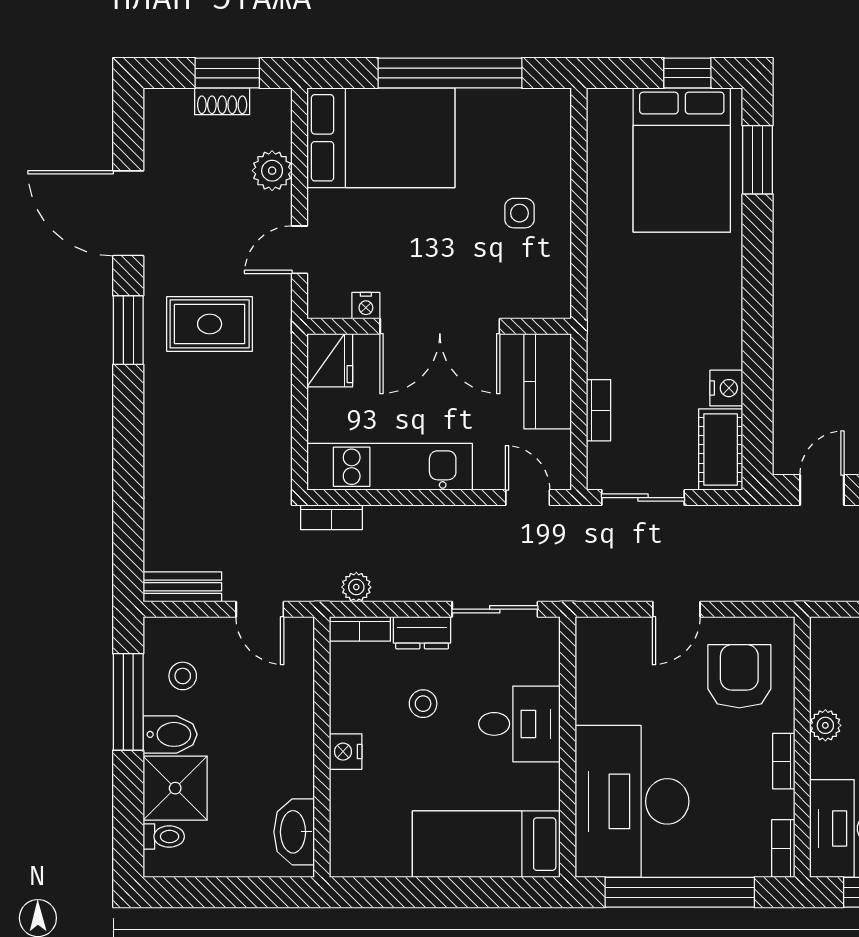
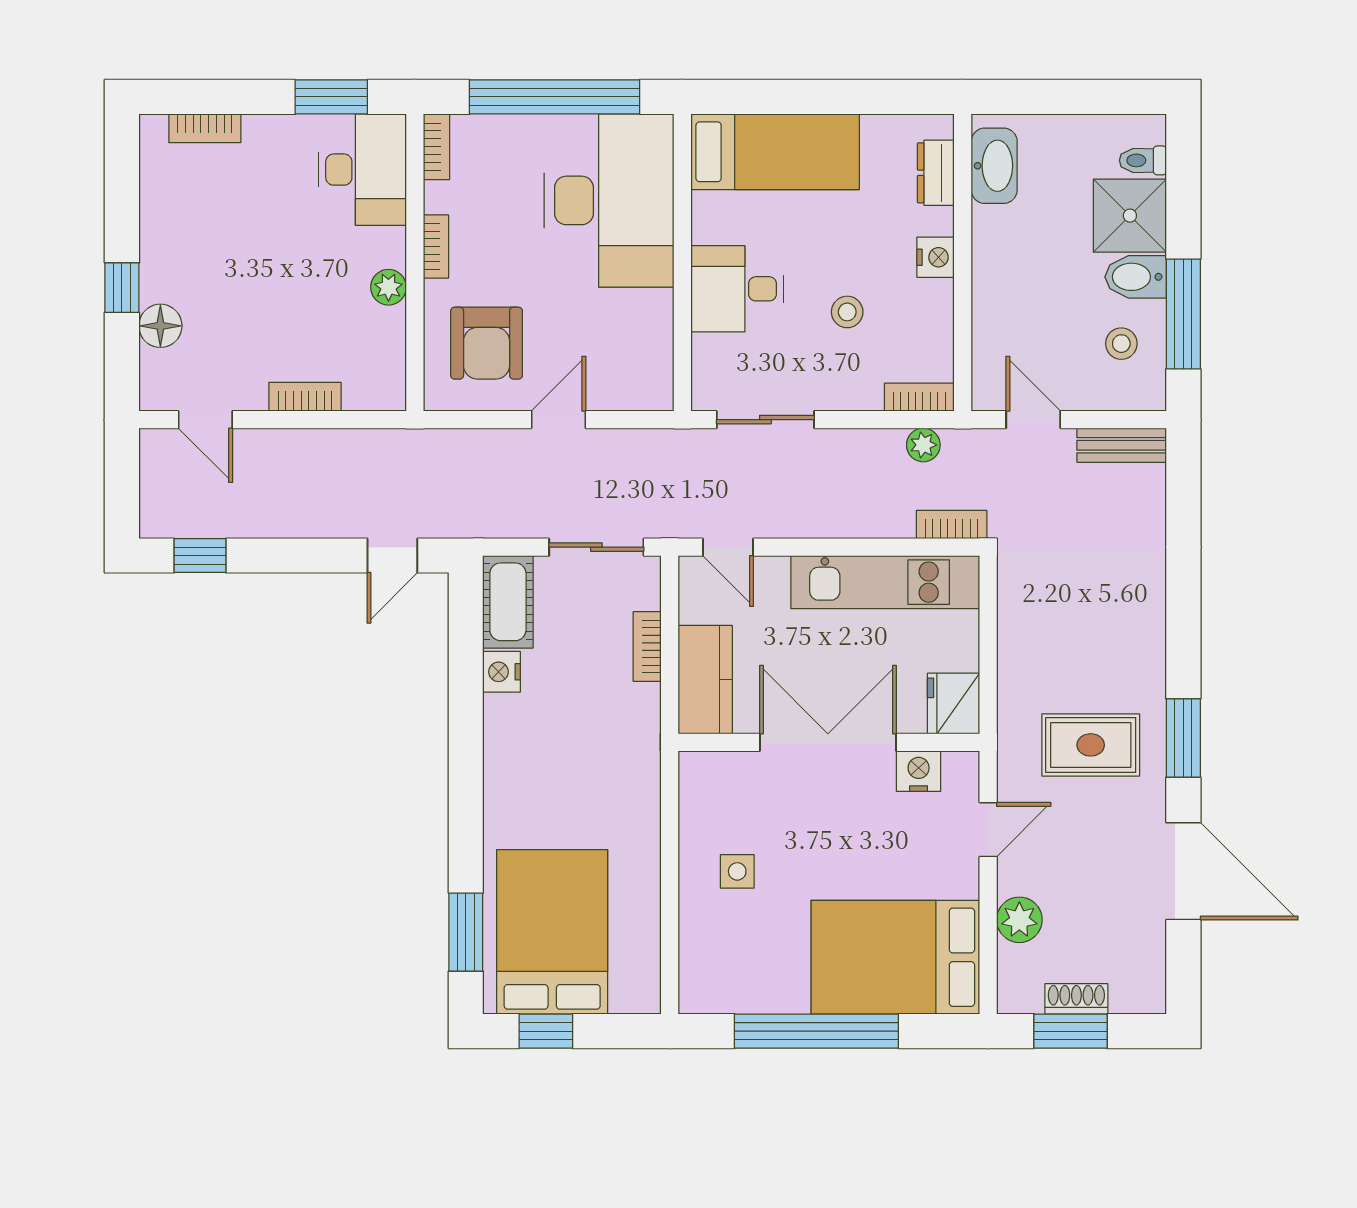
nightstand: (366, 306) -> (919, 771), width x1.39, depth x1.35
dresser: (422, 633) -> (936, 173), moved, turned -90

